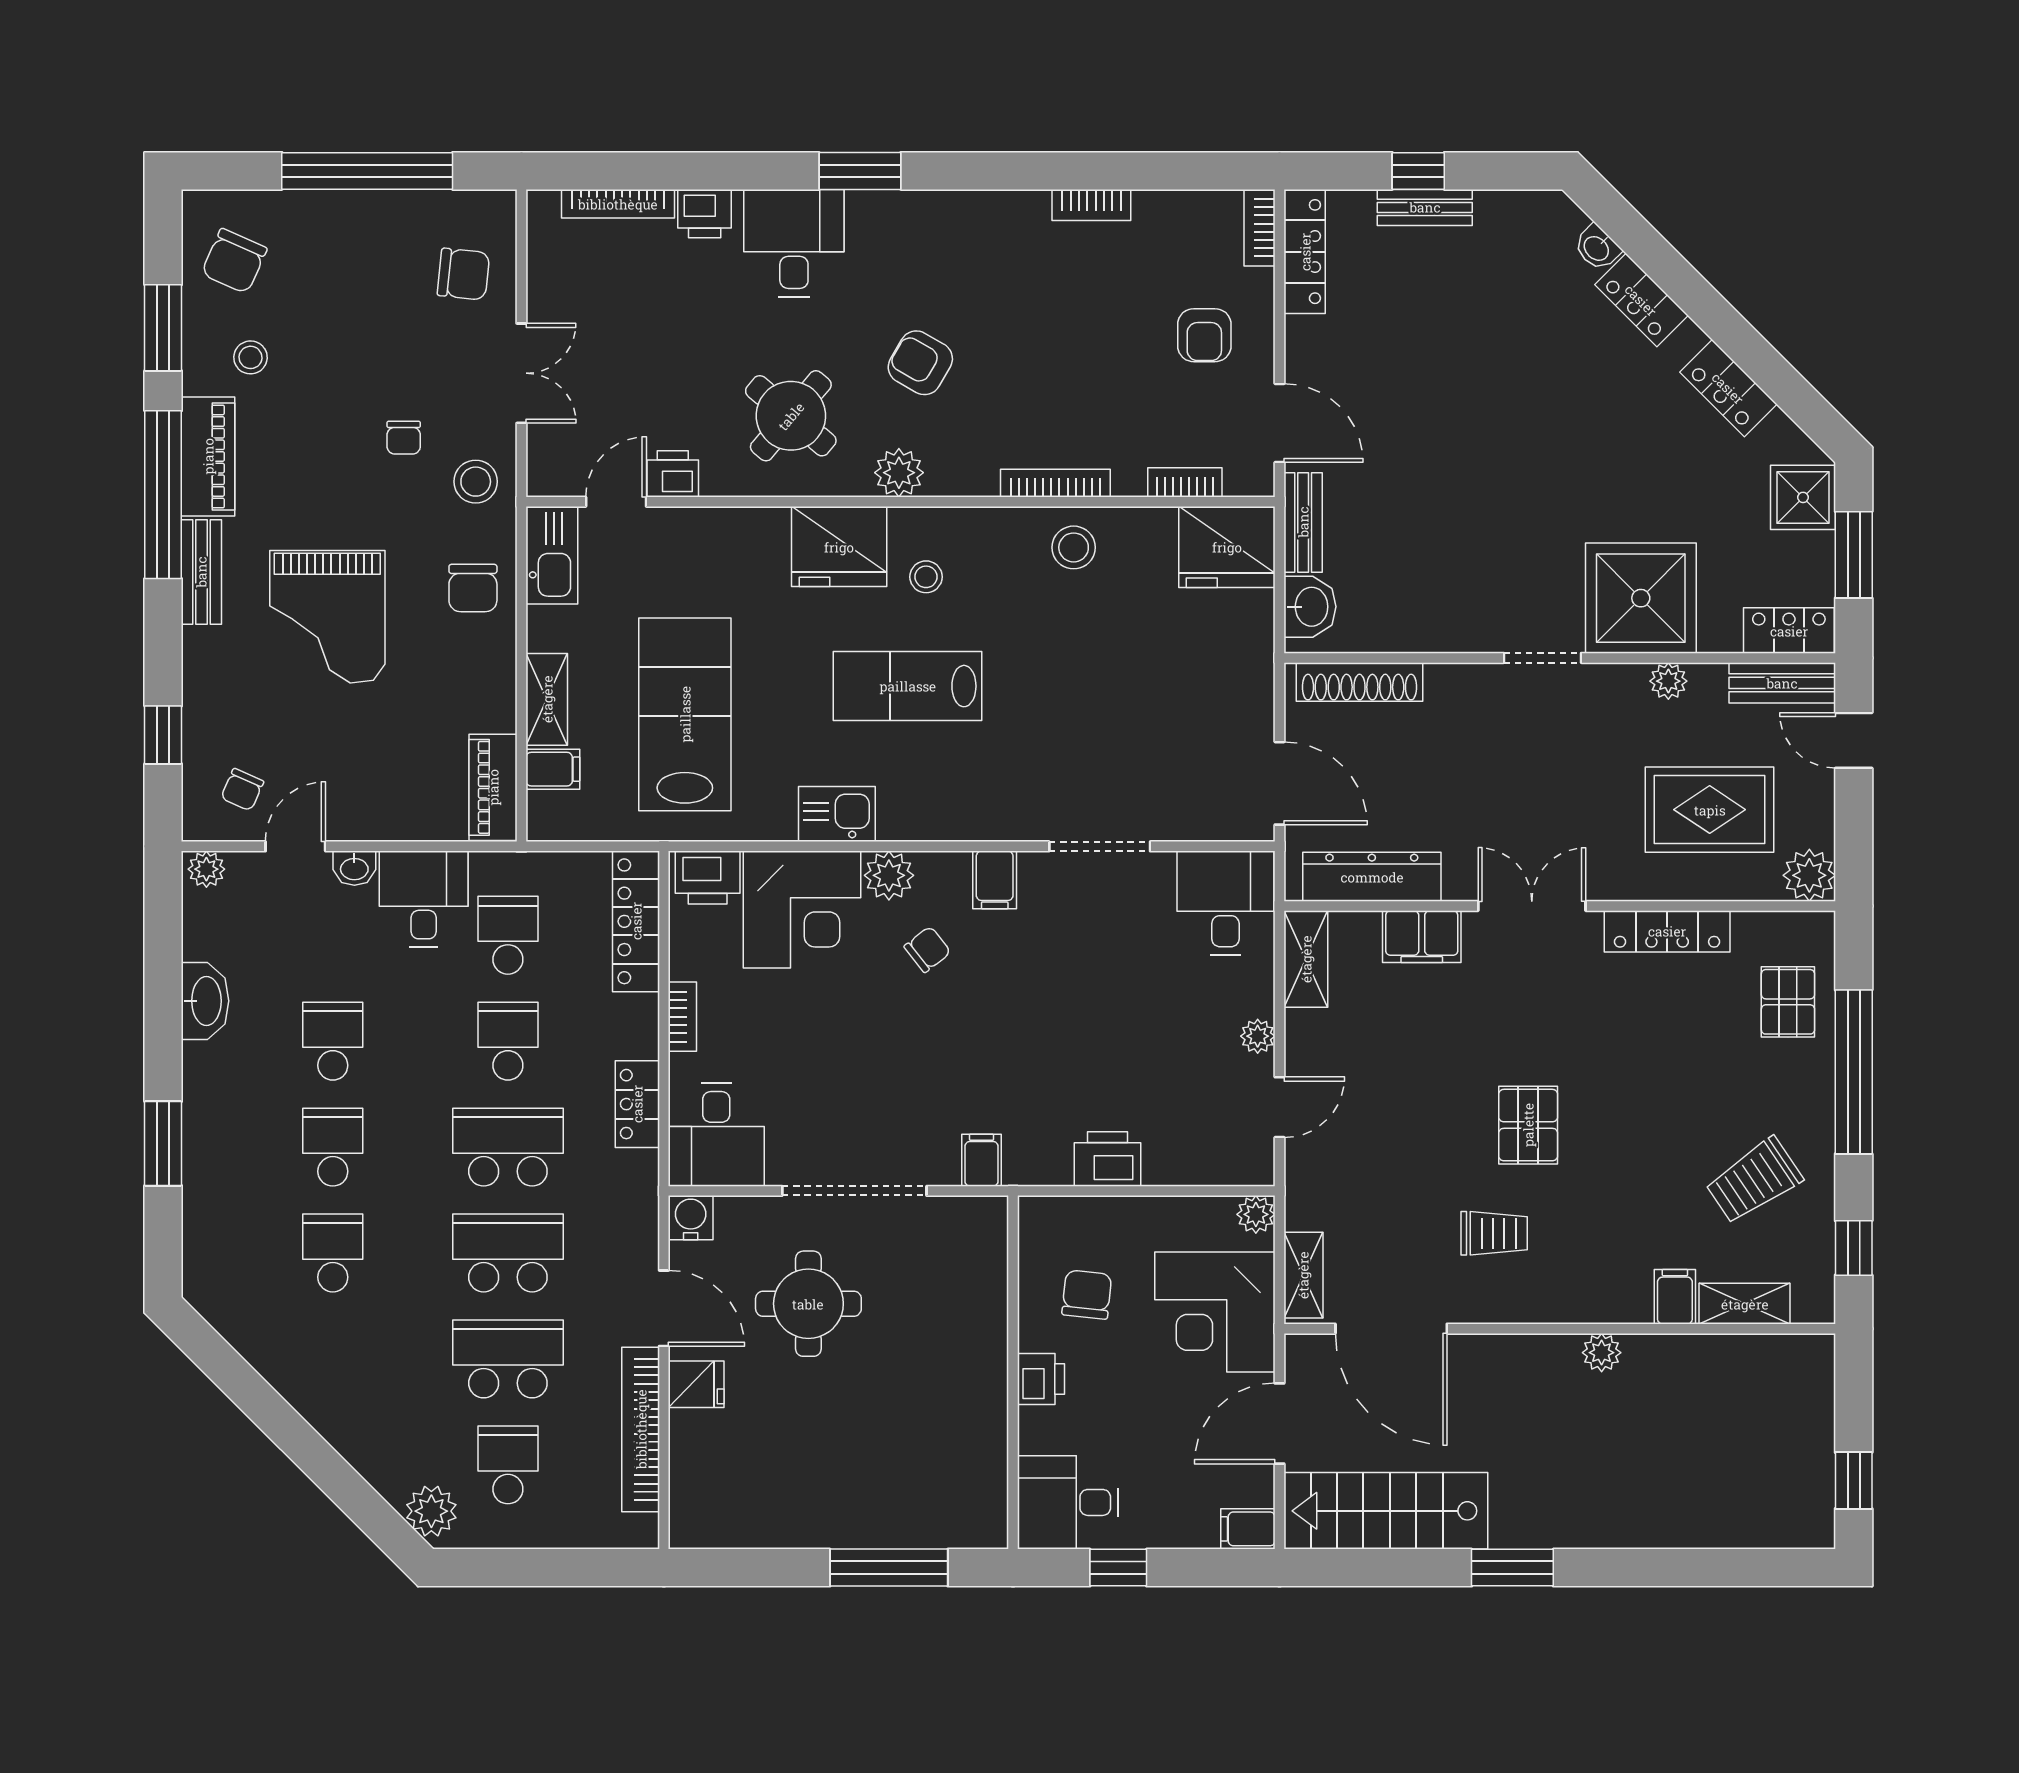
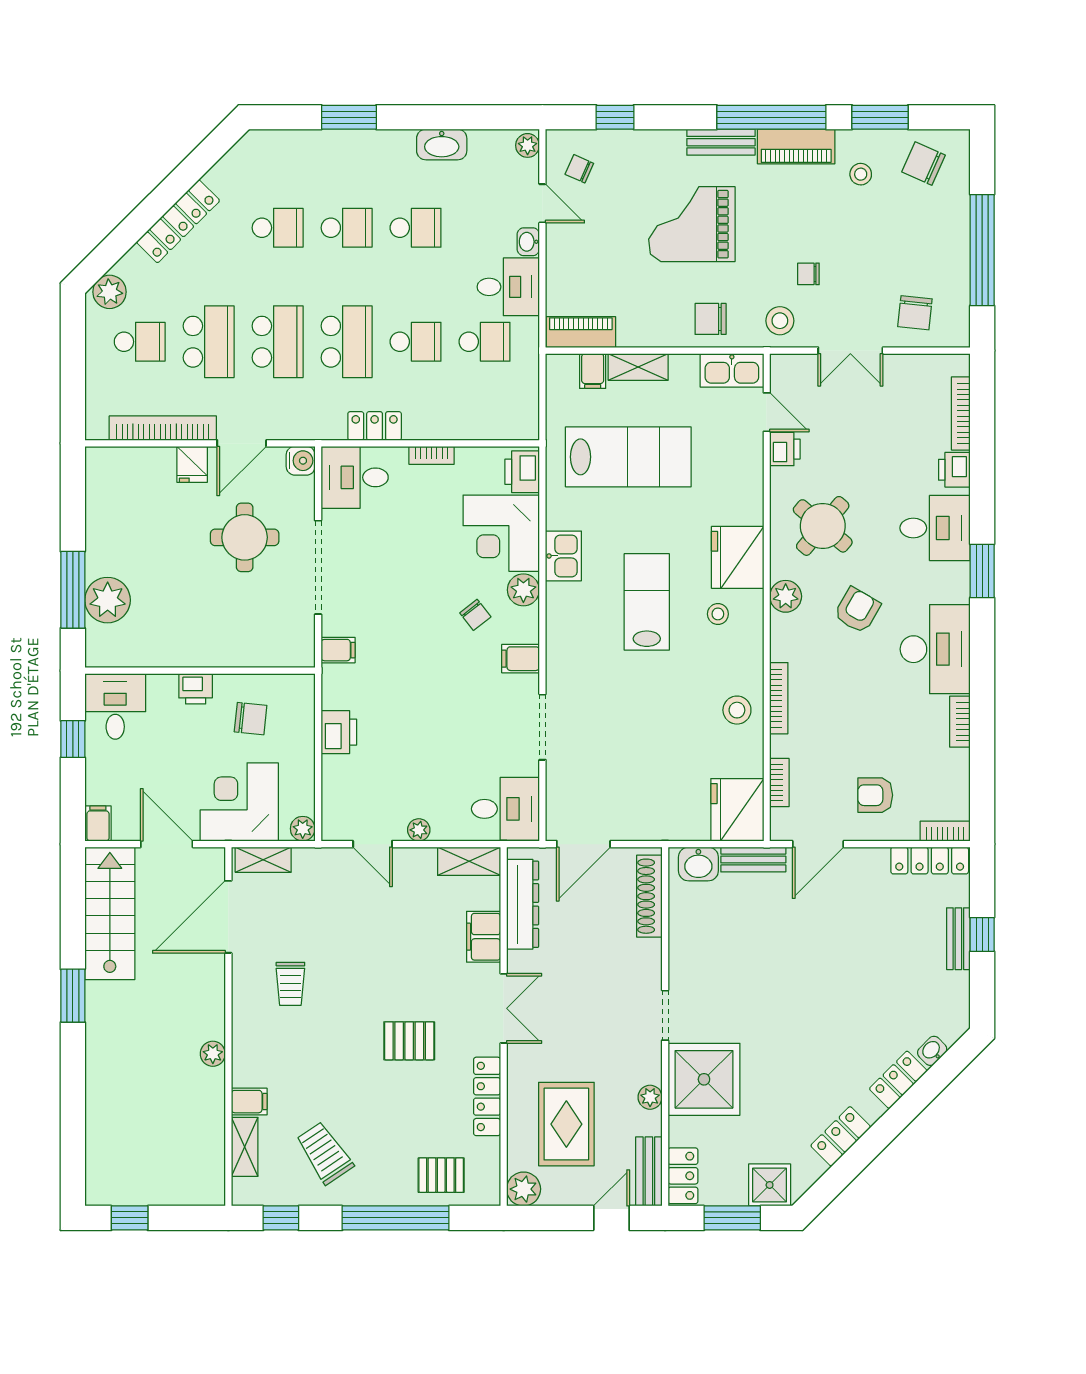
desk: (980, 243) -> (935, 649), added
locker: (636, 921) -> (178, 221), moved, turned 135
pallet: (1528, 1125) -> (409, 1041), moved
plant: (905, 1514) -> (108, 600), added

